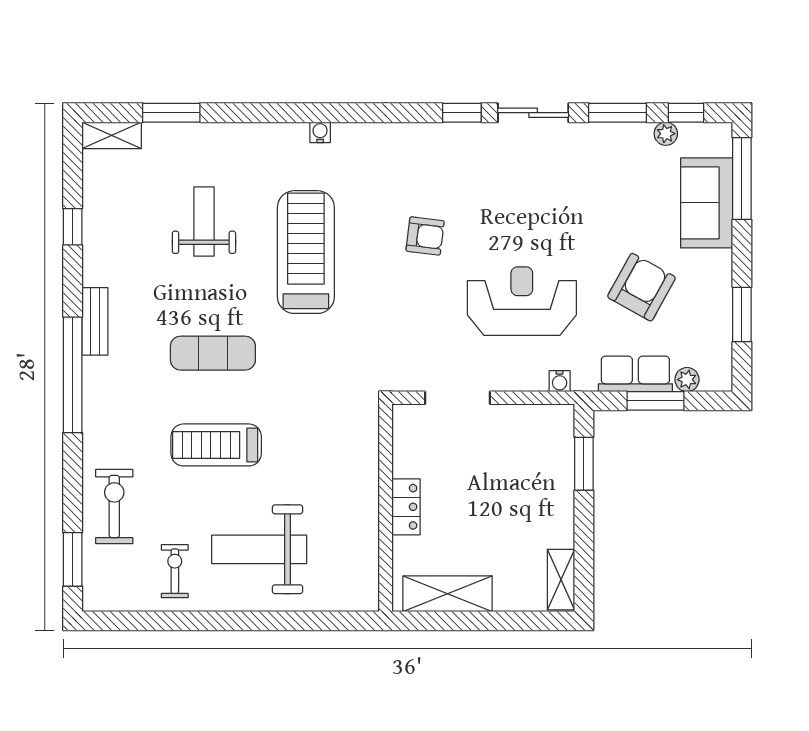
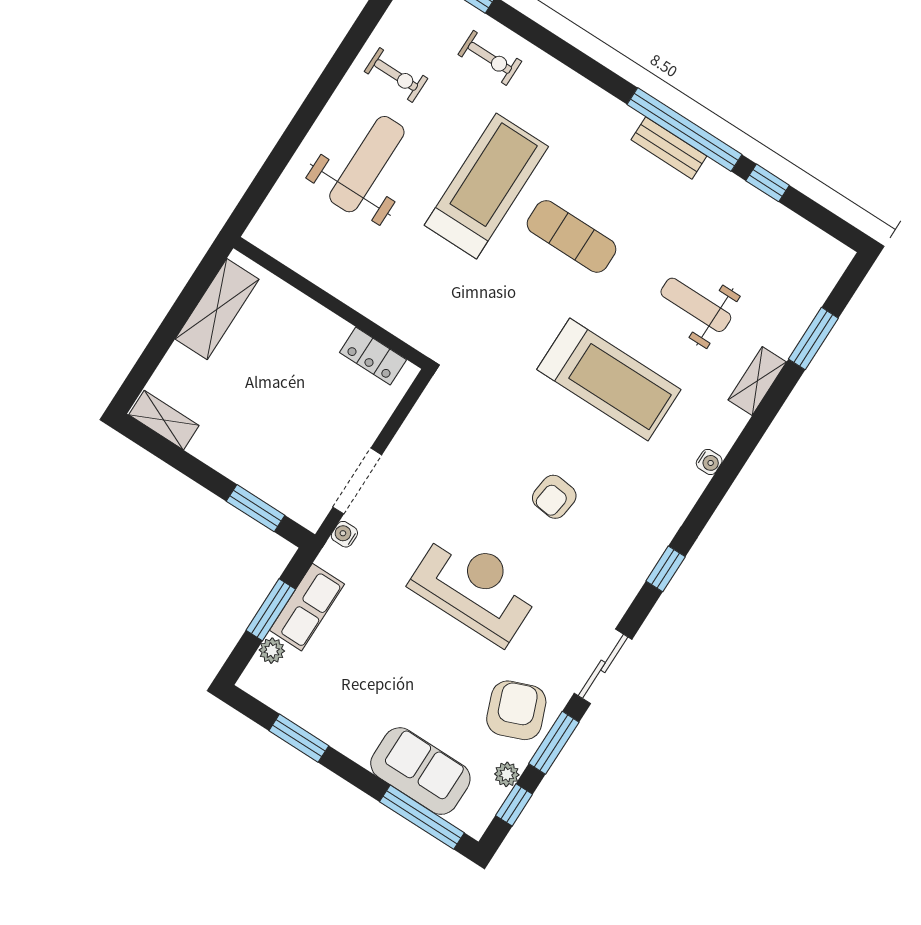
window: (462, 113) -> (666, 569), moved
shelving: (112, 135) -> (757, 381), moved
weight bench: (204, 222) -> (696, 305), turned 180
armchair: (641, 287) -> (516, 710), moved, turned -140
reception desk: (522, 301) -> (475, 587), moved, turned -90
exercise mat: (213, 353) -> (571, 236), turned 90
window: (73, 375) -> (684, 130), moved
doorway: (458, 398) -> (357, 481), moved
treadmill: (216, 445) -> (486, 186), width x1.37, depth x1.38
exercise bike: (114, 507) -> (490, 58), width x0.73, depth x0.72
locker: (406, 507) -> (373, 356), moved

